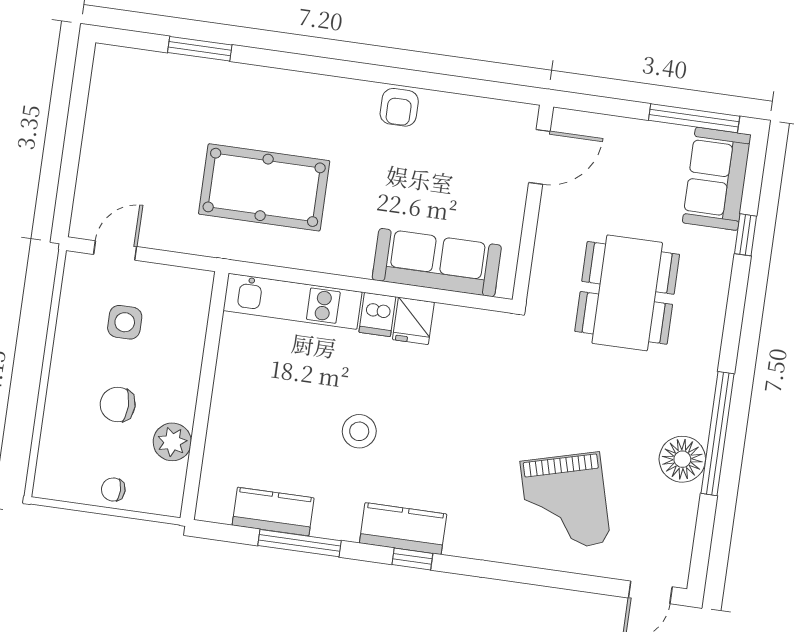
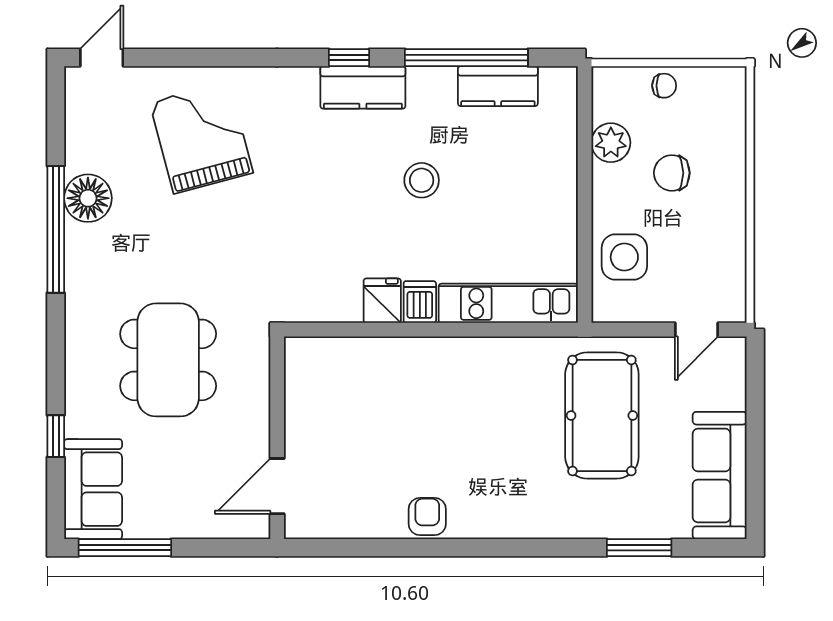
pool table: (264, 187) -> (602, 415), moved, turned 90
sofa: (437, 263) -> (720, 475), moved, turned 90
side table: (125, 322) -> (624, 257), moved, width x1.37, depth x1.37
chair: (118, 404) -> (672, 173), turned 180
window: (299, 543) -> (466, 58), width x1.46

